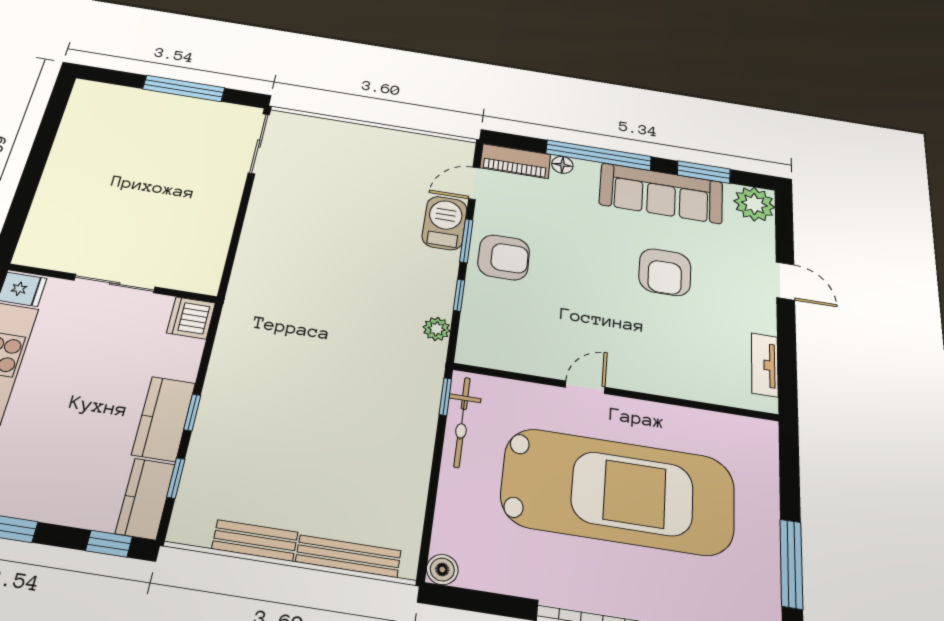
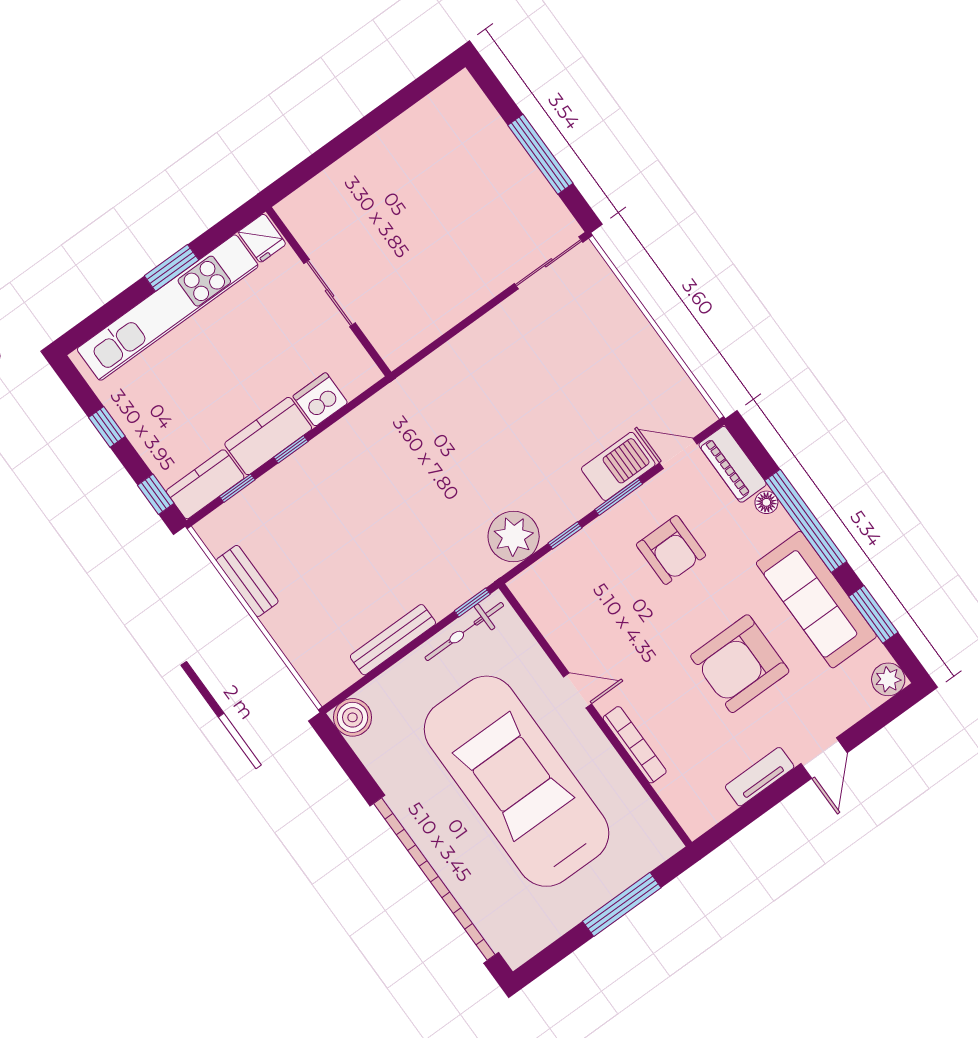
plant: (754, 204) -> (888, 679), width x0.73, depth x0.73
armchair: (504, 257) -> (671, 550), moved
armchair: (665, 272) -> (740, 664), width x1.36, depth x1.36
dishwasher: (191, 318) -> (320, 400), moved
plant: (437, 329) -> (514, 537), width x1.88, depth x1.88
tv unit: (765, 365) -> (760, 777), moved
bookcase: (665, 387) -> (635, 745), added
car: (618, 491) -> (517, 781), turned 180
bench: (348, 556) -> (393, 640), moved, turned 90
window: (791, 564) -> (622, 904), moved
boiler: (442, 570) -> (353, 717), width x1.36, depth x1.36

